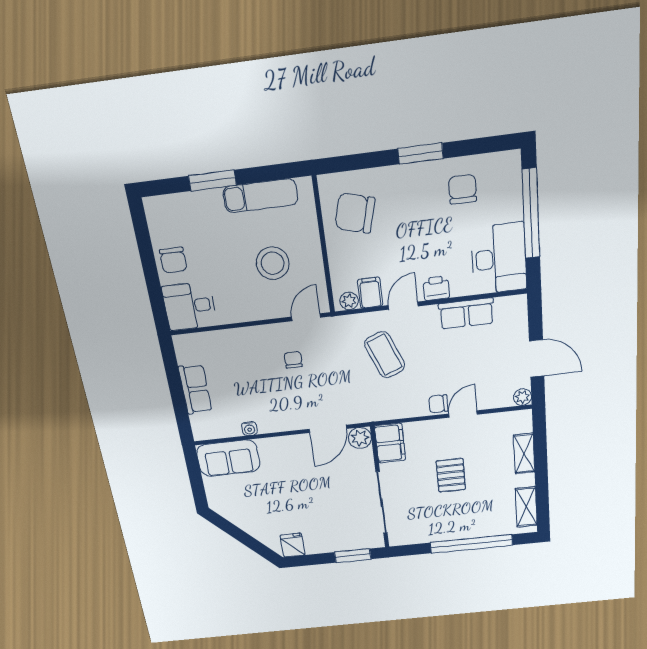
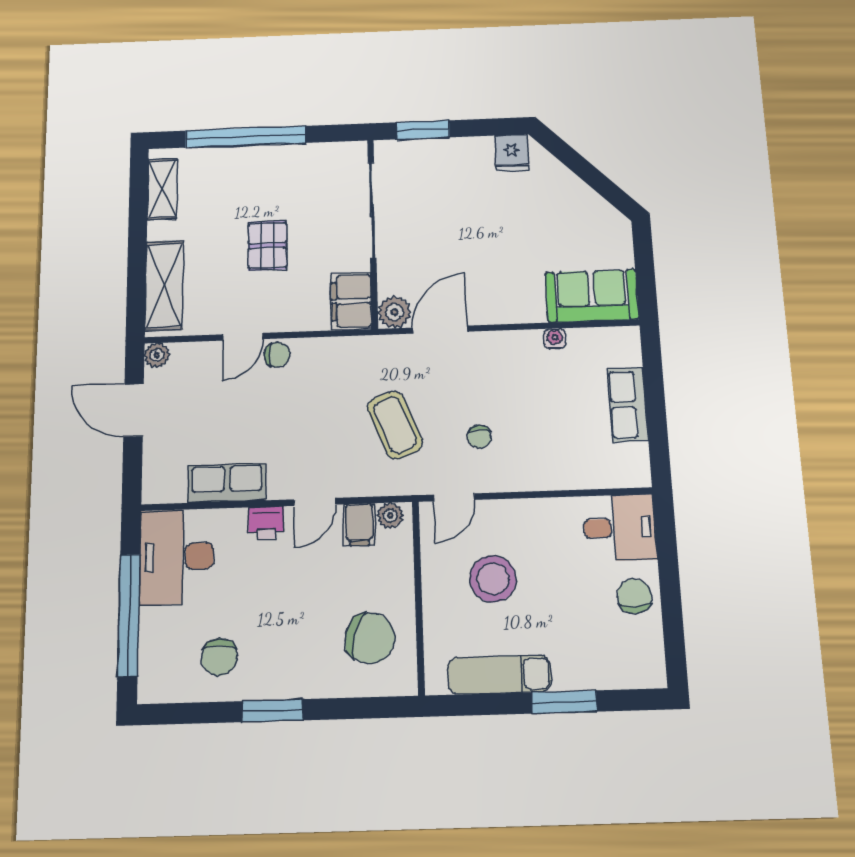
coffee table: (385, 355) -> (395, 425), moved
shelving: (524, 454) -> (164, 285), width x1.50, depth x1.33

